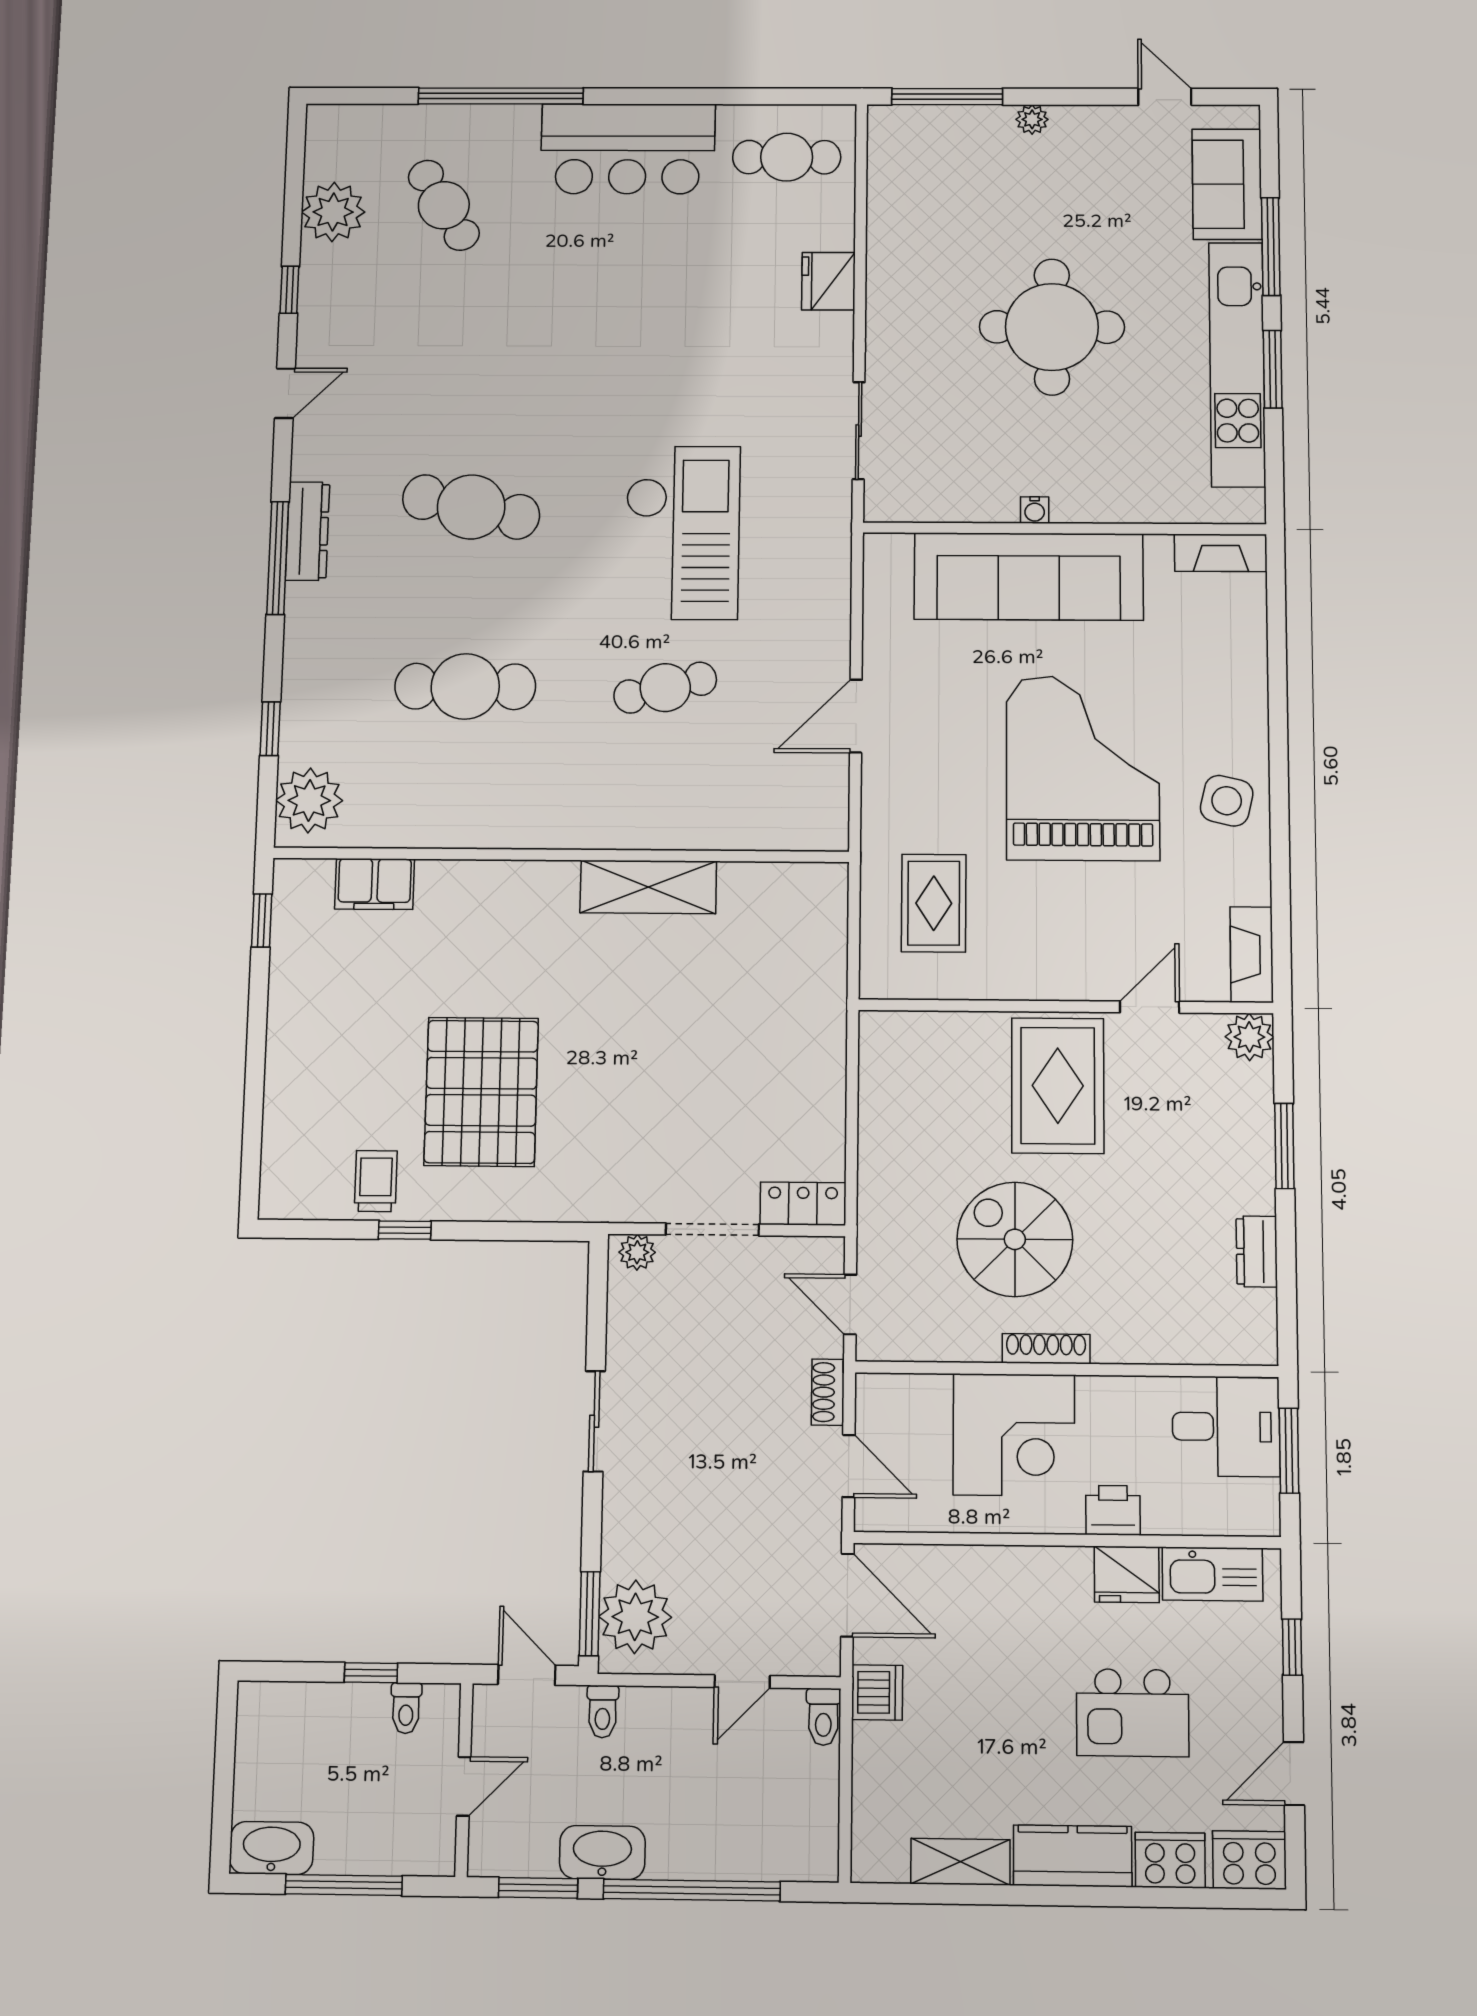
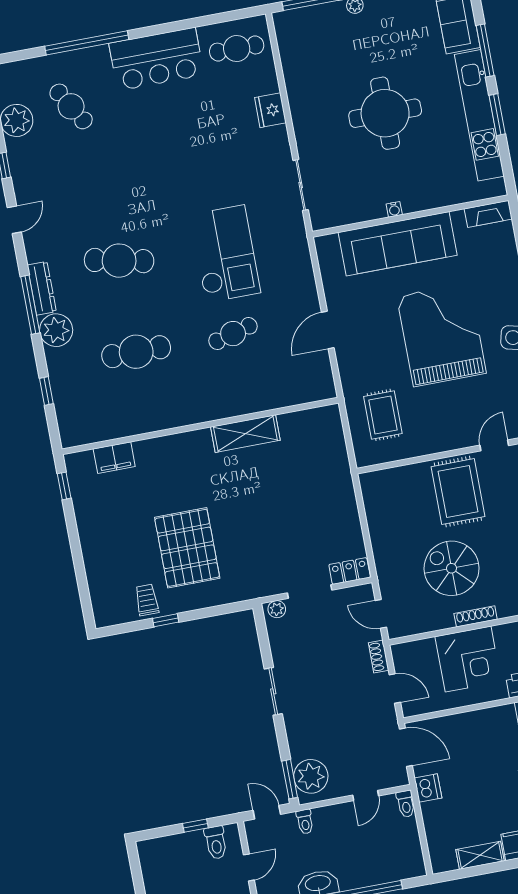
plant: (309, 800) -> (56, 330), moved
toilet: (406, 1708) -> (216, 843), width x1.37, depth x1.39

